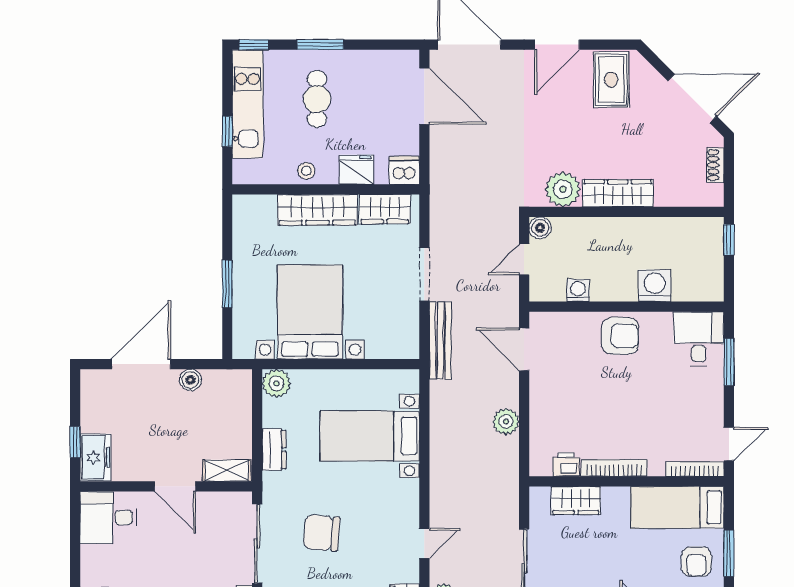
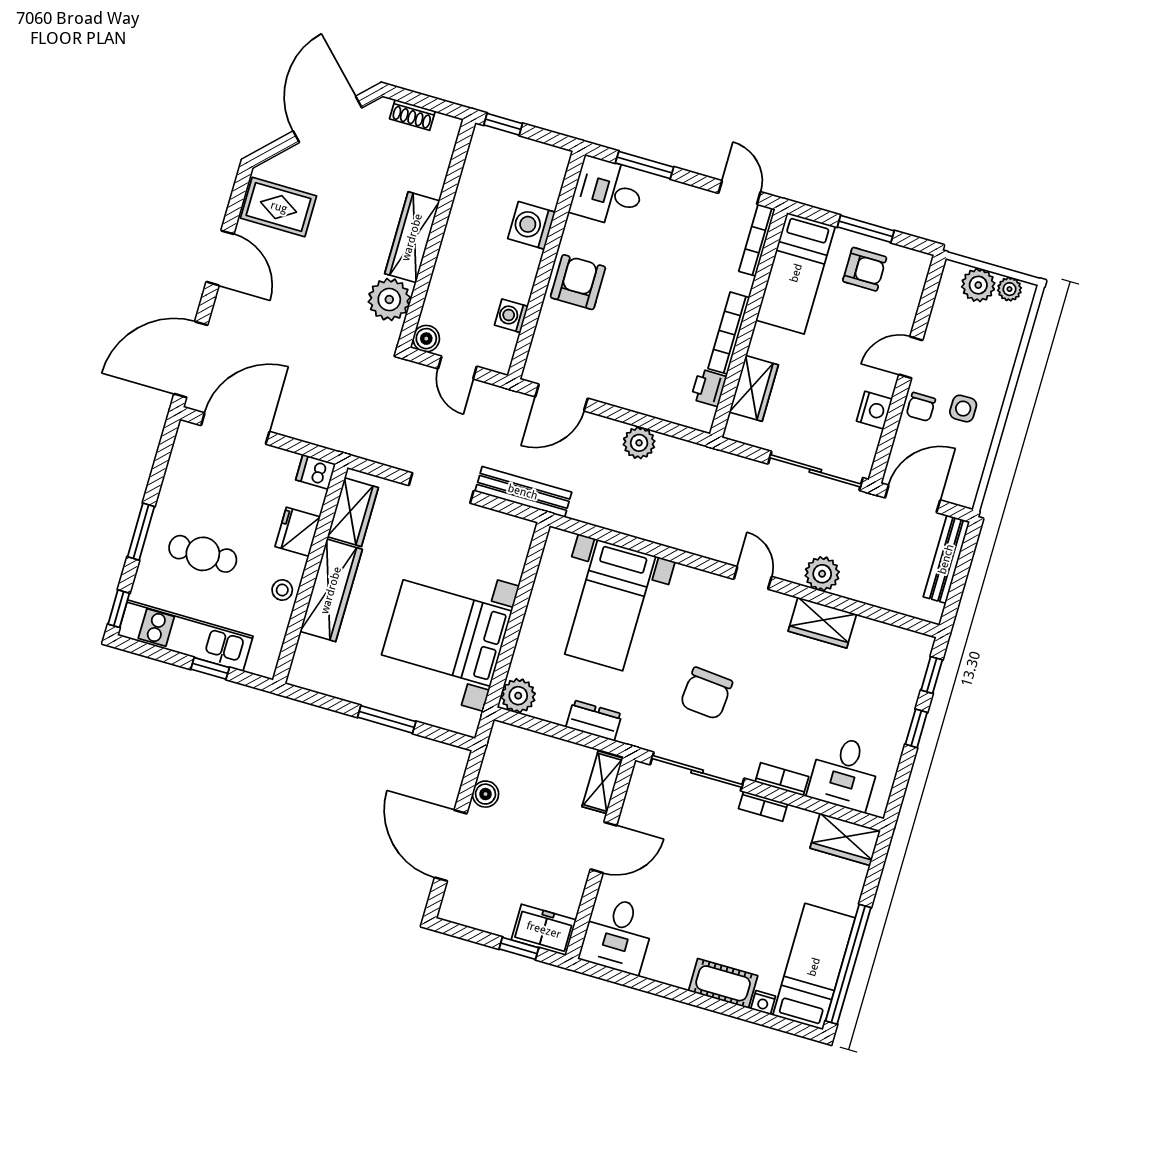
dishwasher: (404, 170) -> (316, 472), width x0.73

